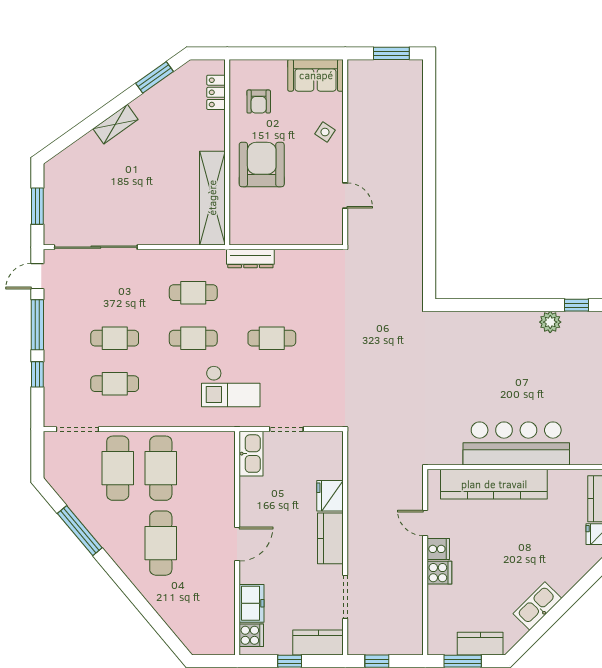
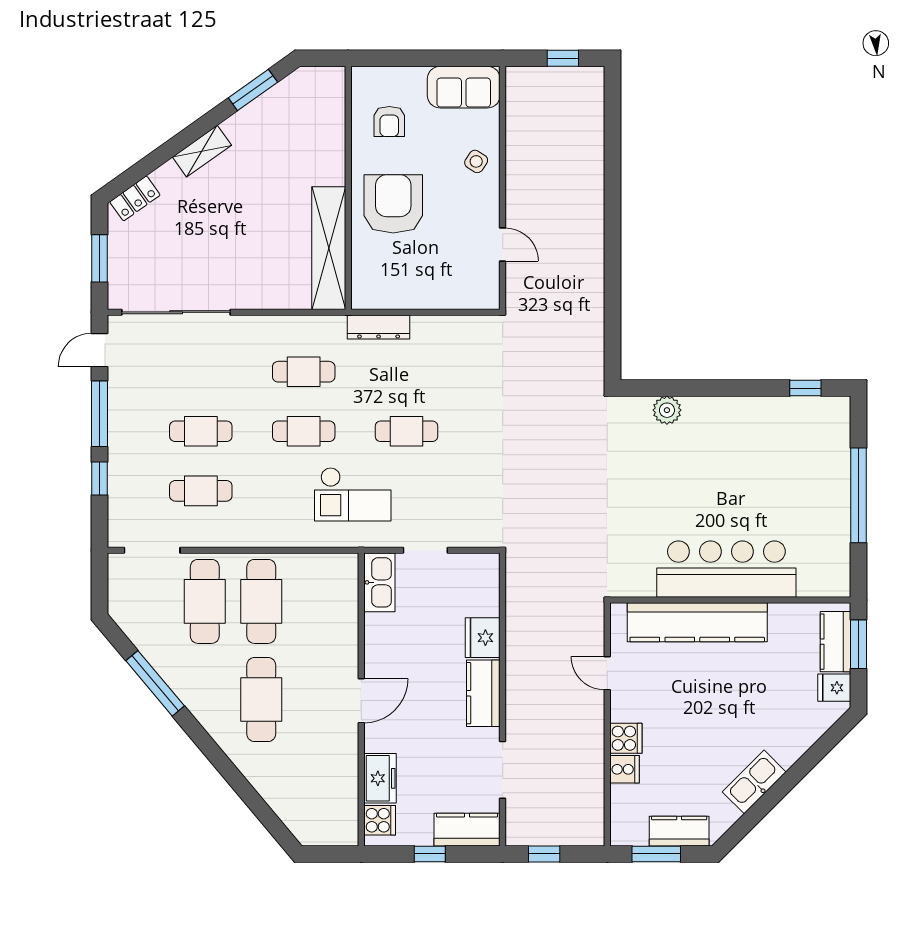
window: (391, 53) -> (563, 58), width x0.67
locker: (216, 92) -> (135, 198), moved, turned -125
plant: (550, 322) -> (667, 410), moved
cooker: (438, 549) -> (624, 769), moved

